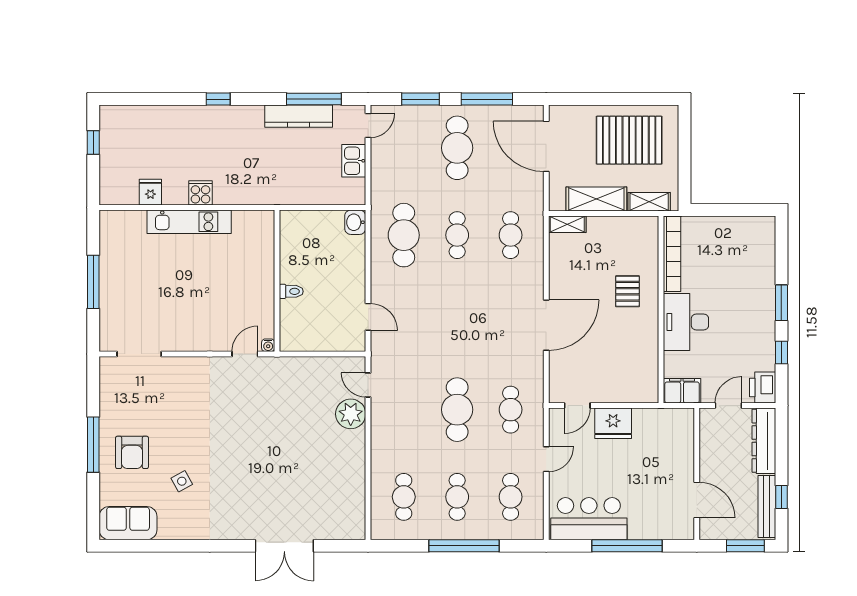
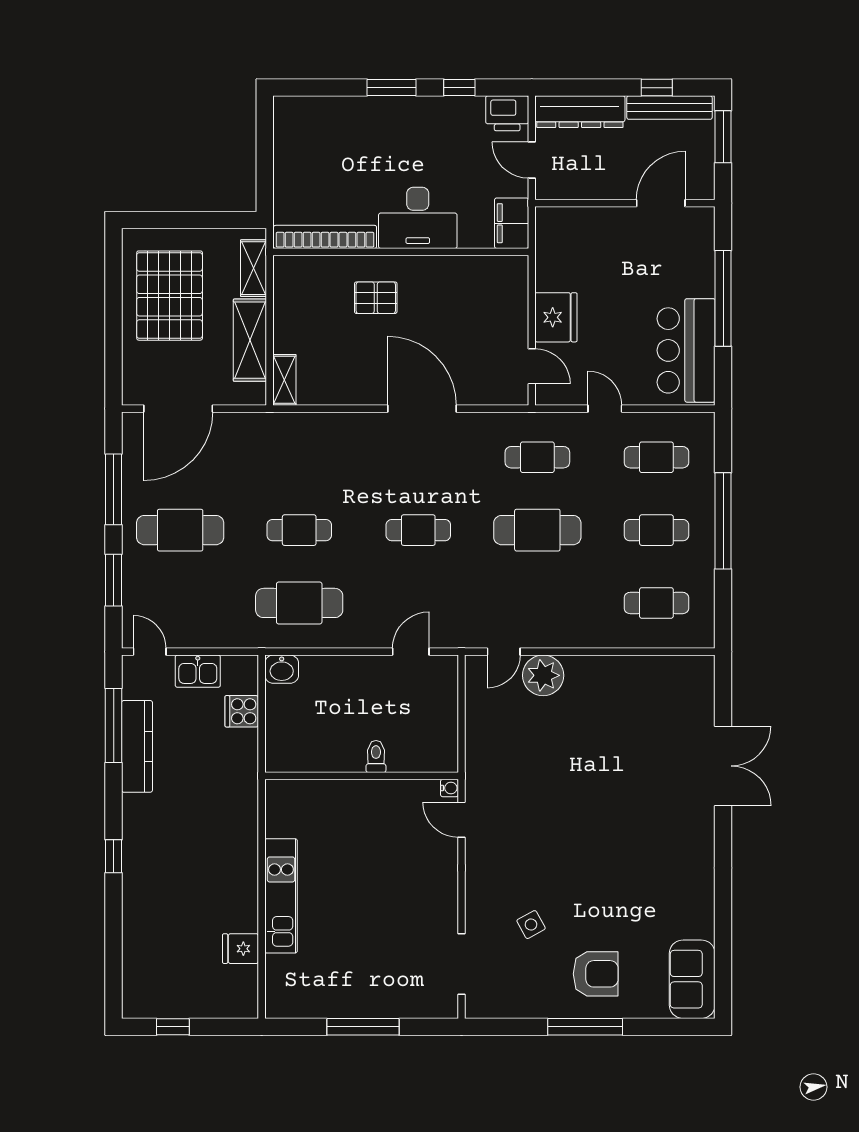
cooker: (200, 193) -> (242, 711), moved
cafe table: (511, 235) -> (418, 530), moved
side table: (182, 481) -> (531, 925), moved

